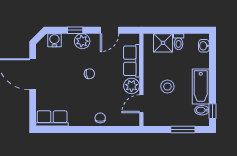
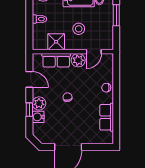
water cooler: (54, 40) -> (38, 117), moved
shower: (163, 43) -> (56, 42), moved
door: (141, 104) -> (94, 52), hinge flipped
row of seats: (52, 118) -> (107, 117), moved

